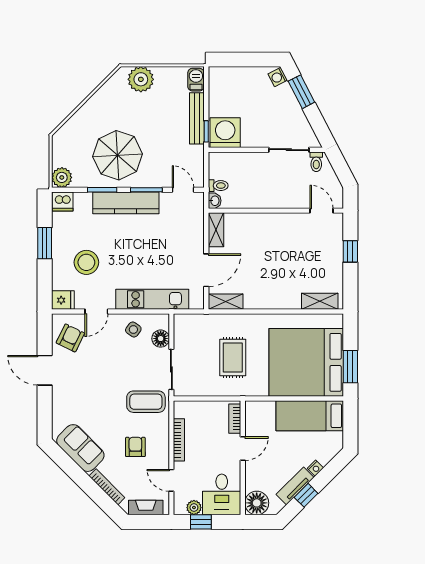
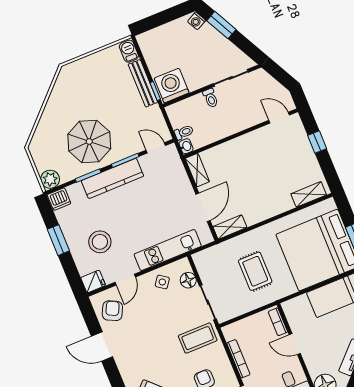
plant: (141, 79) -> (83, 70), removed
toilet: (316, 162) -> (211, 98), moved
door: (243, 449) -> (295, 344), swing flipped

